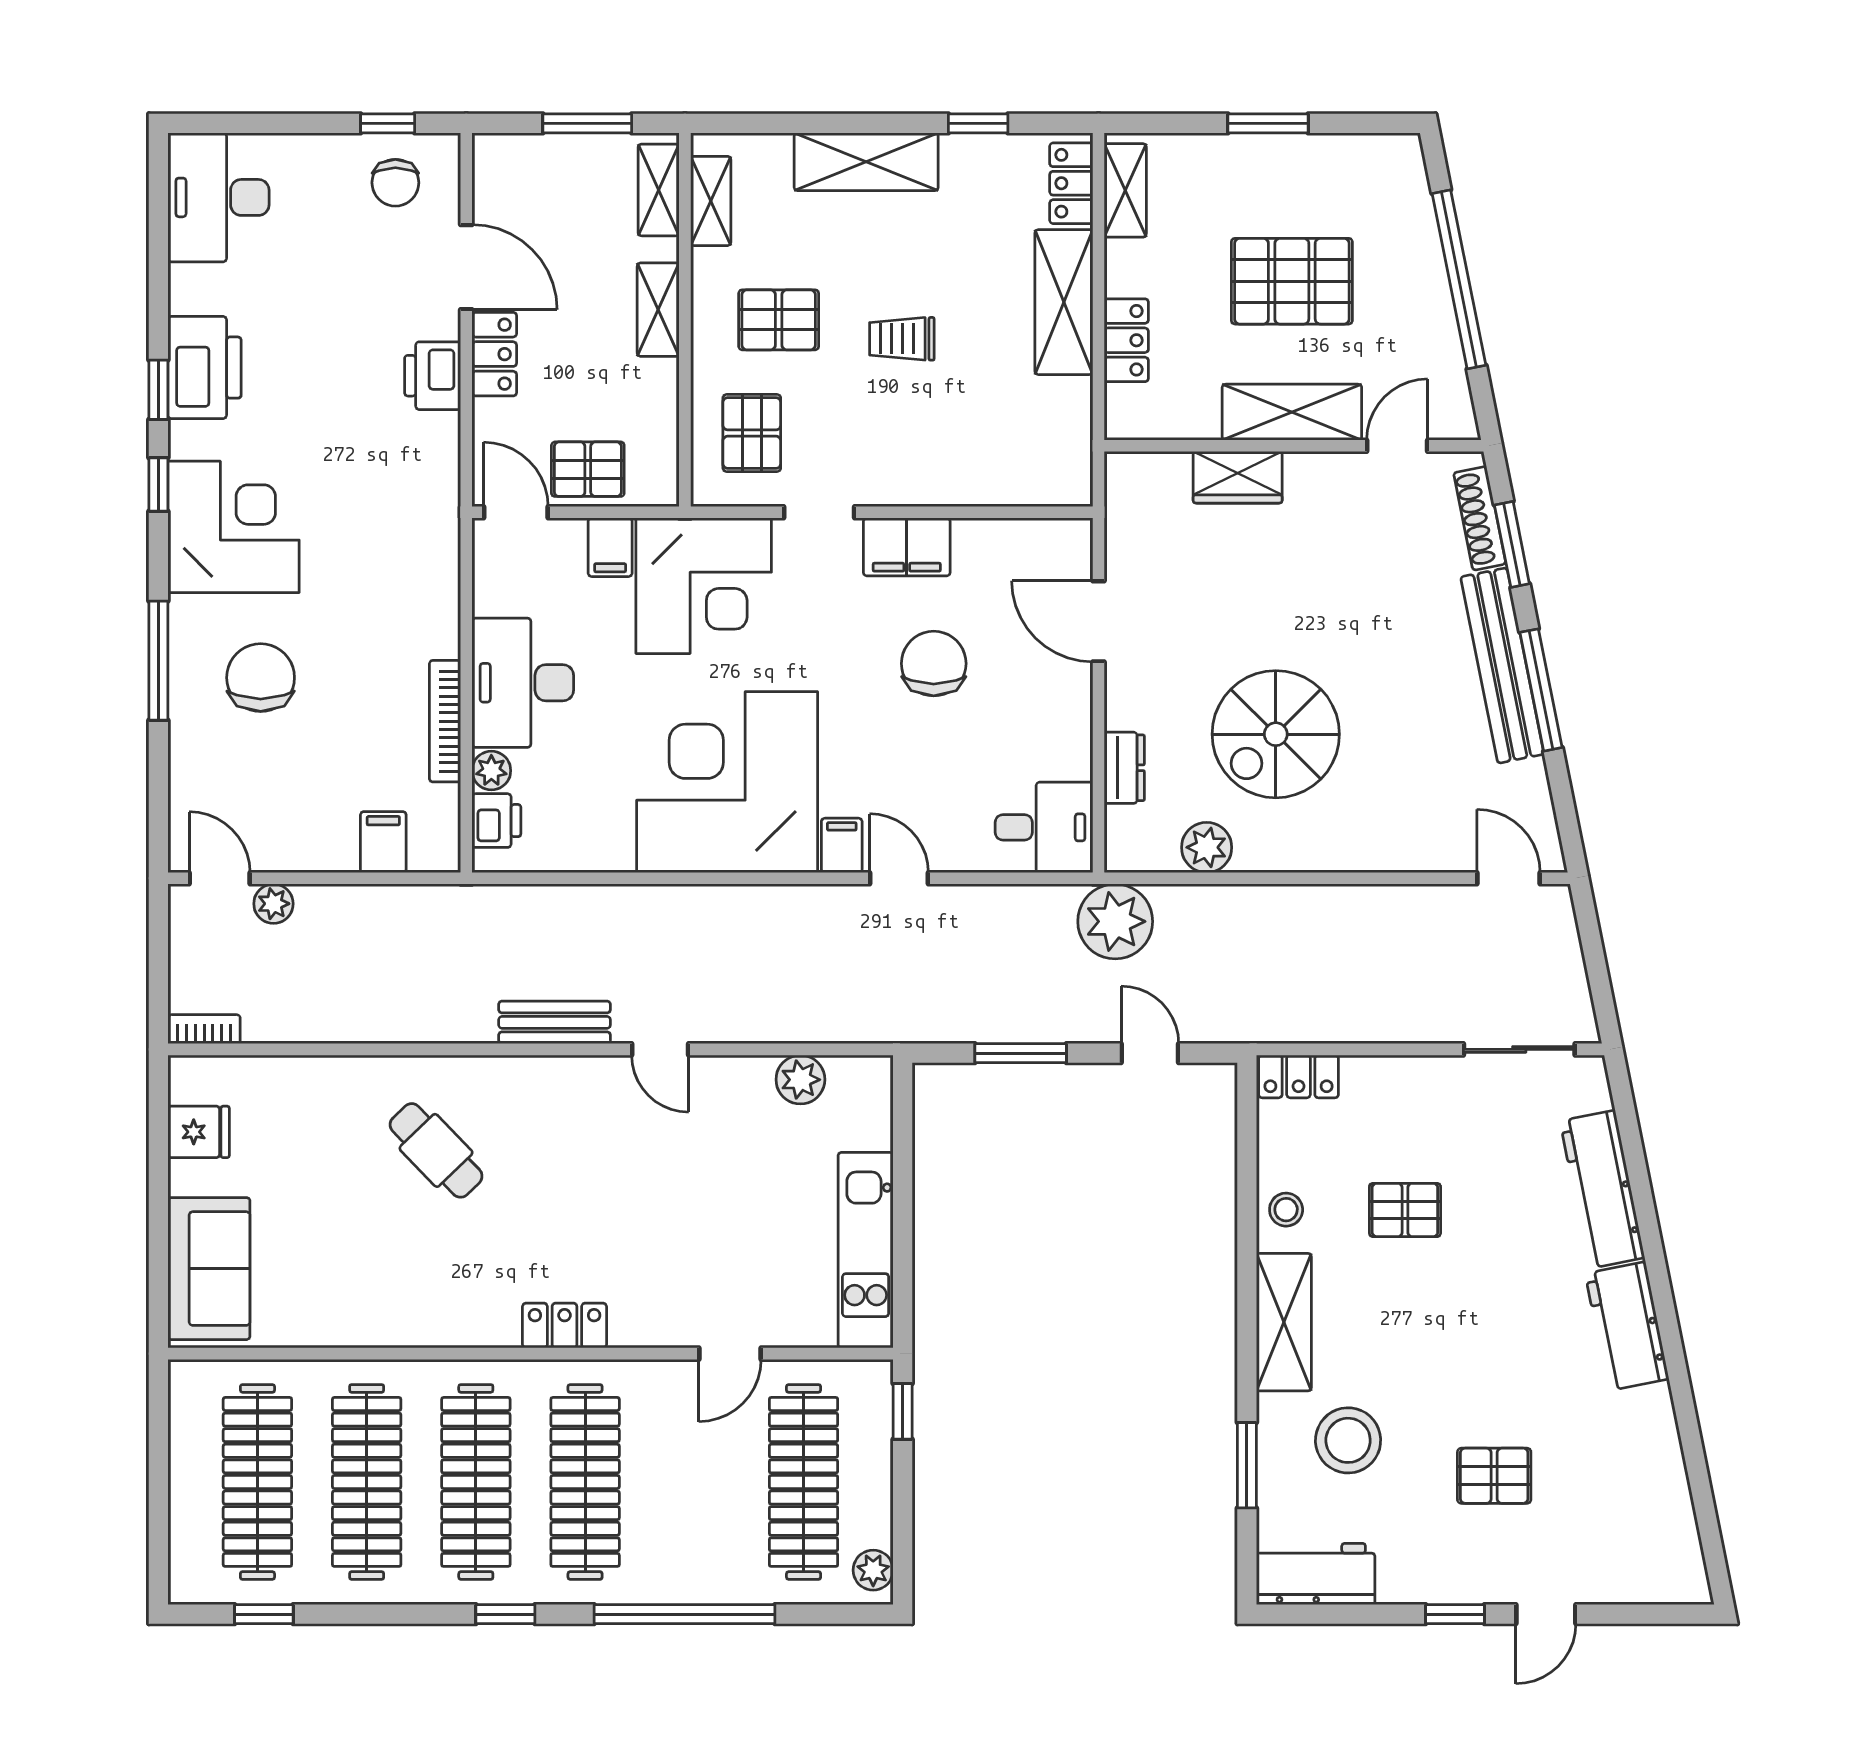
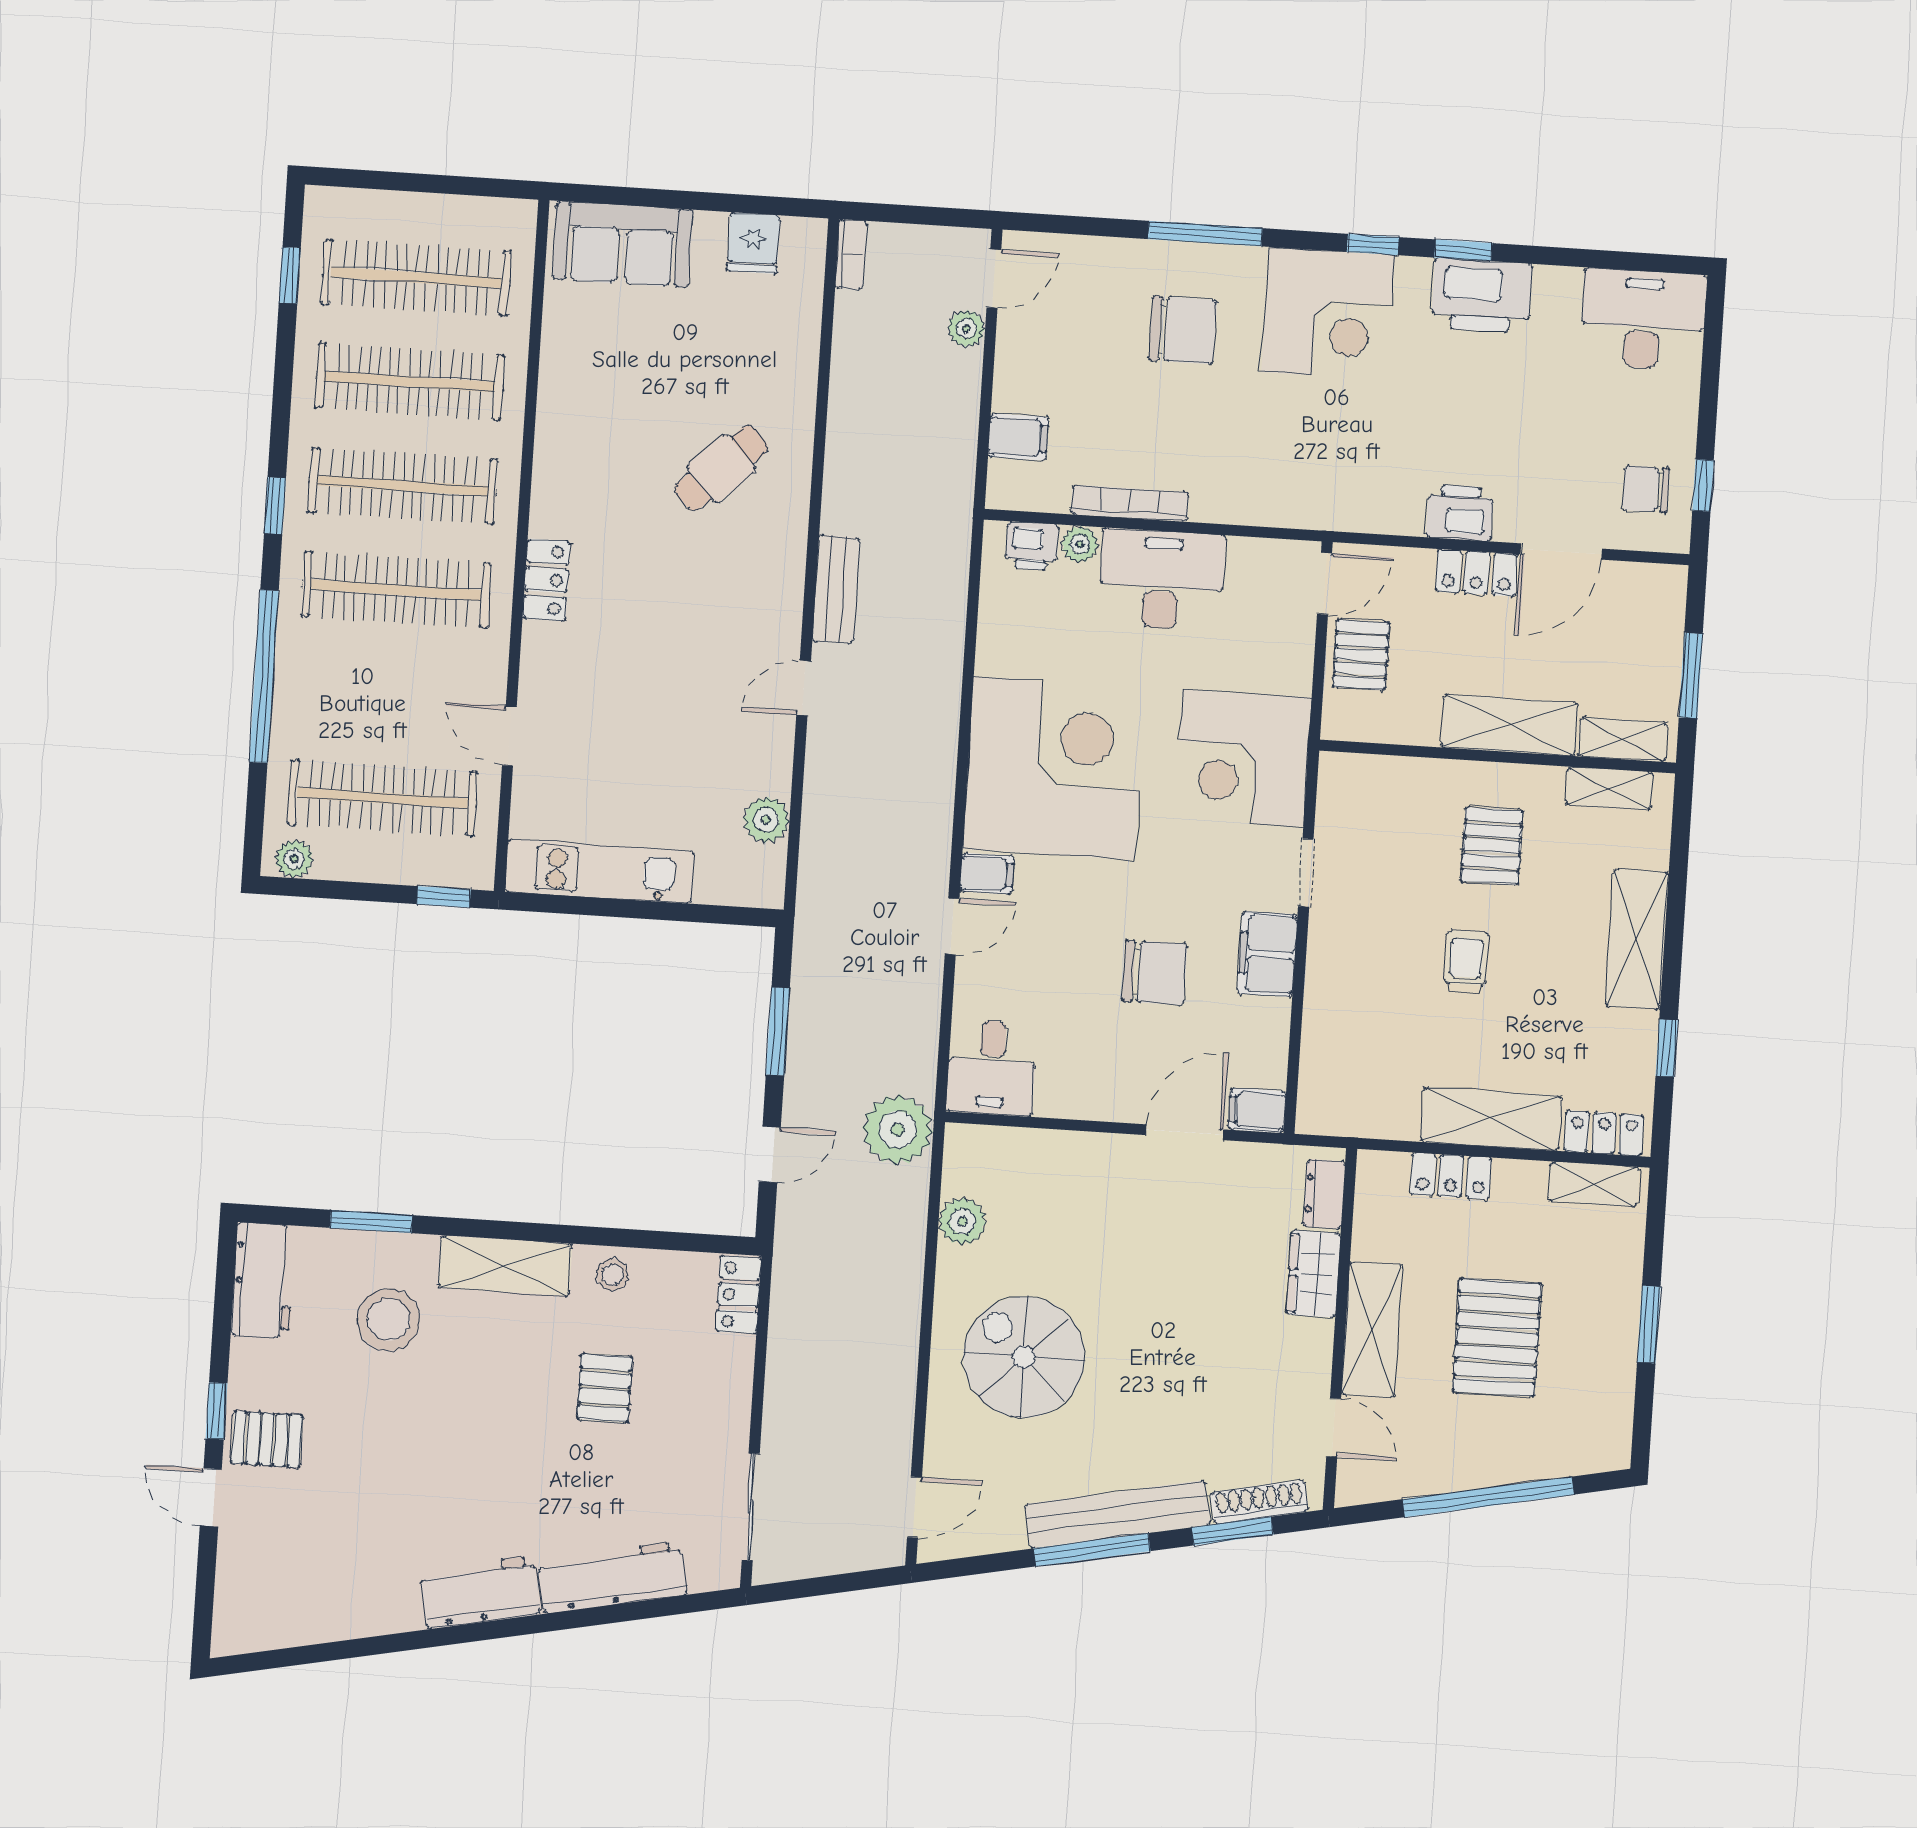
shelving: (658, 310) -> (1509, 725), width x1.50, depth x1.33
pallet: (752, 433) -> (1386, 813), removed
filing cabinet: (610, 547) -> (1257, 1110), moved
spiral stairs: (1276, 734) -> (1024, 1357), moved
dresser: (1124, 768) -> (1324, 1194), moved, turned 90
pallet: (1494, 1476) -> (267, 1439), moved, turned 90

